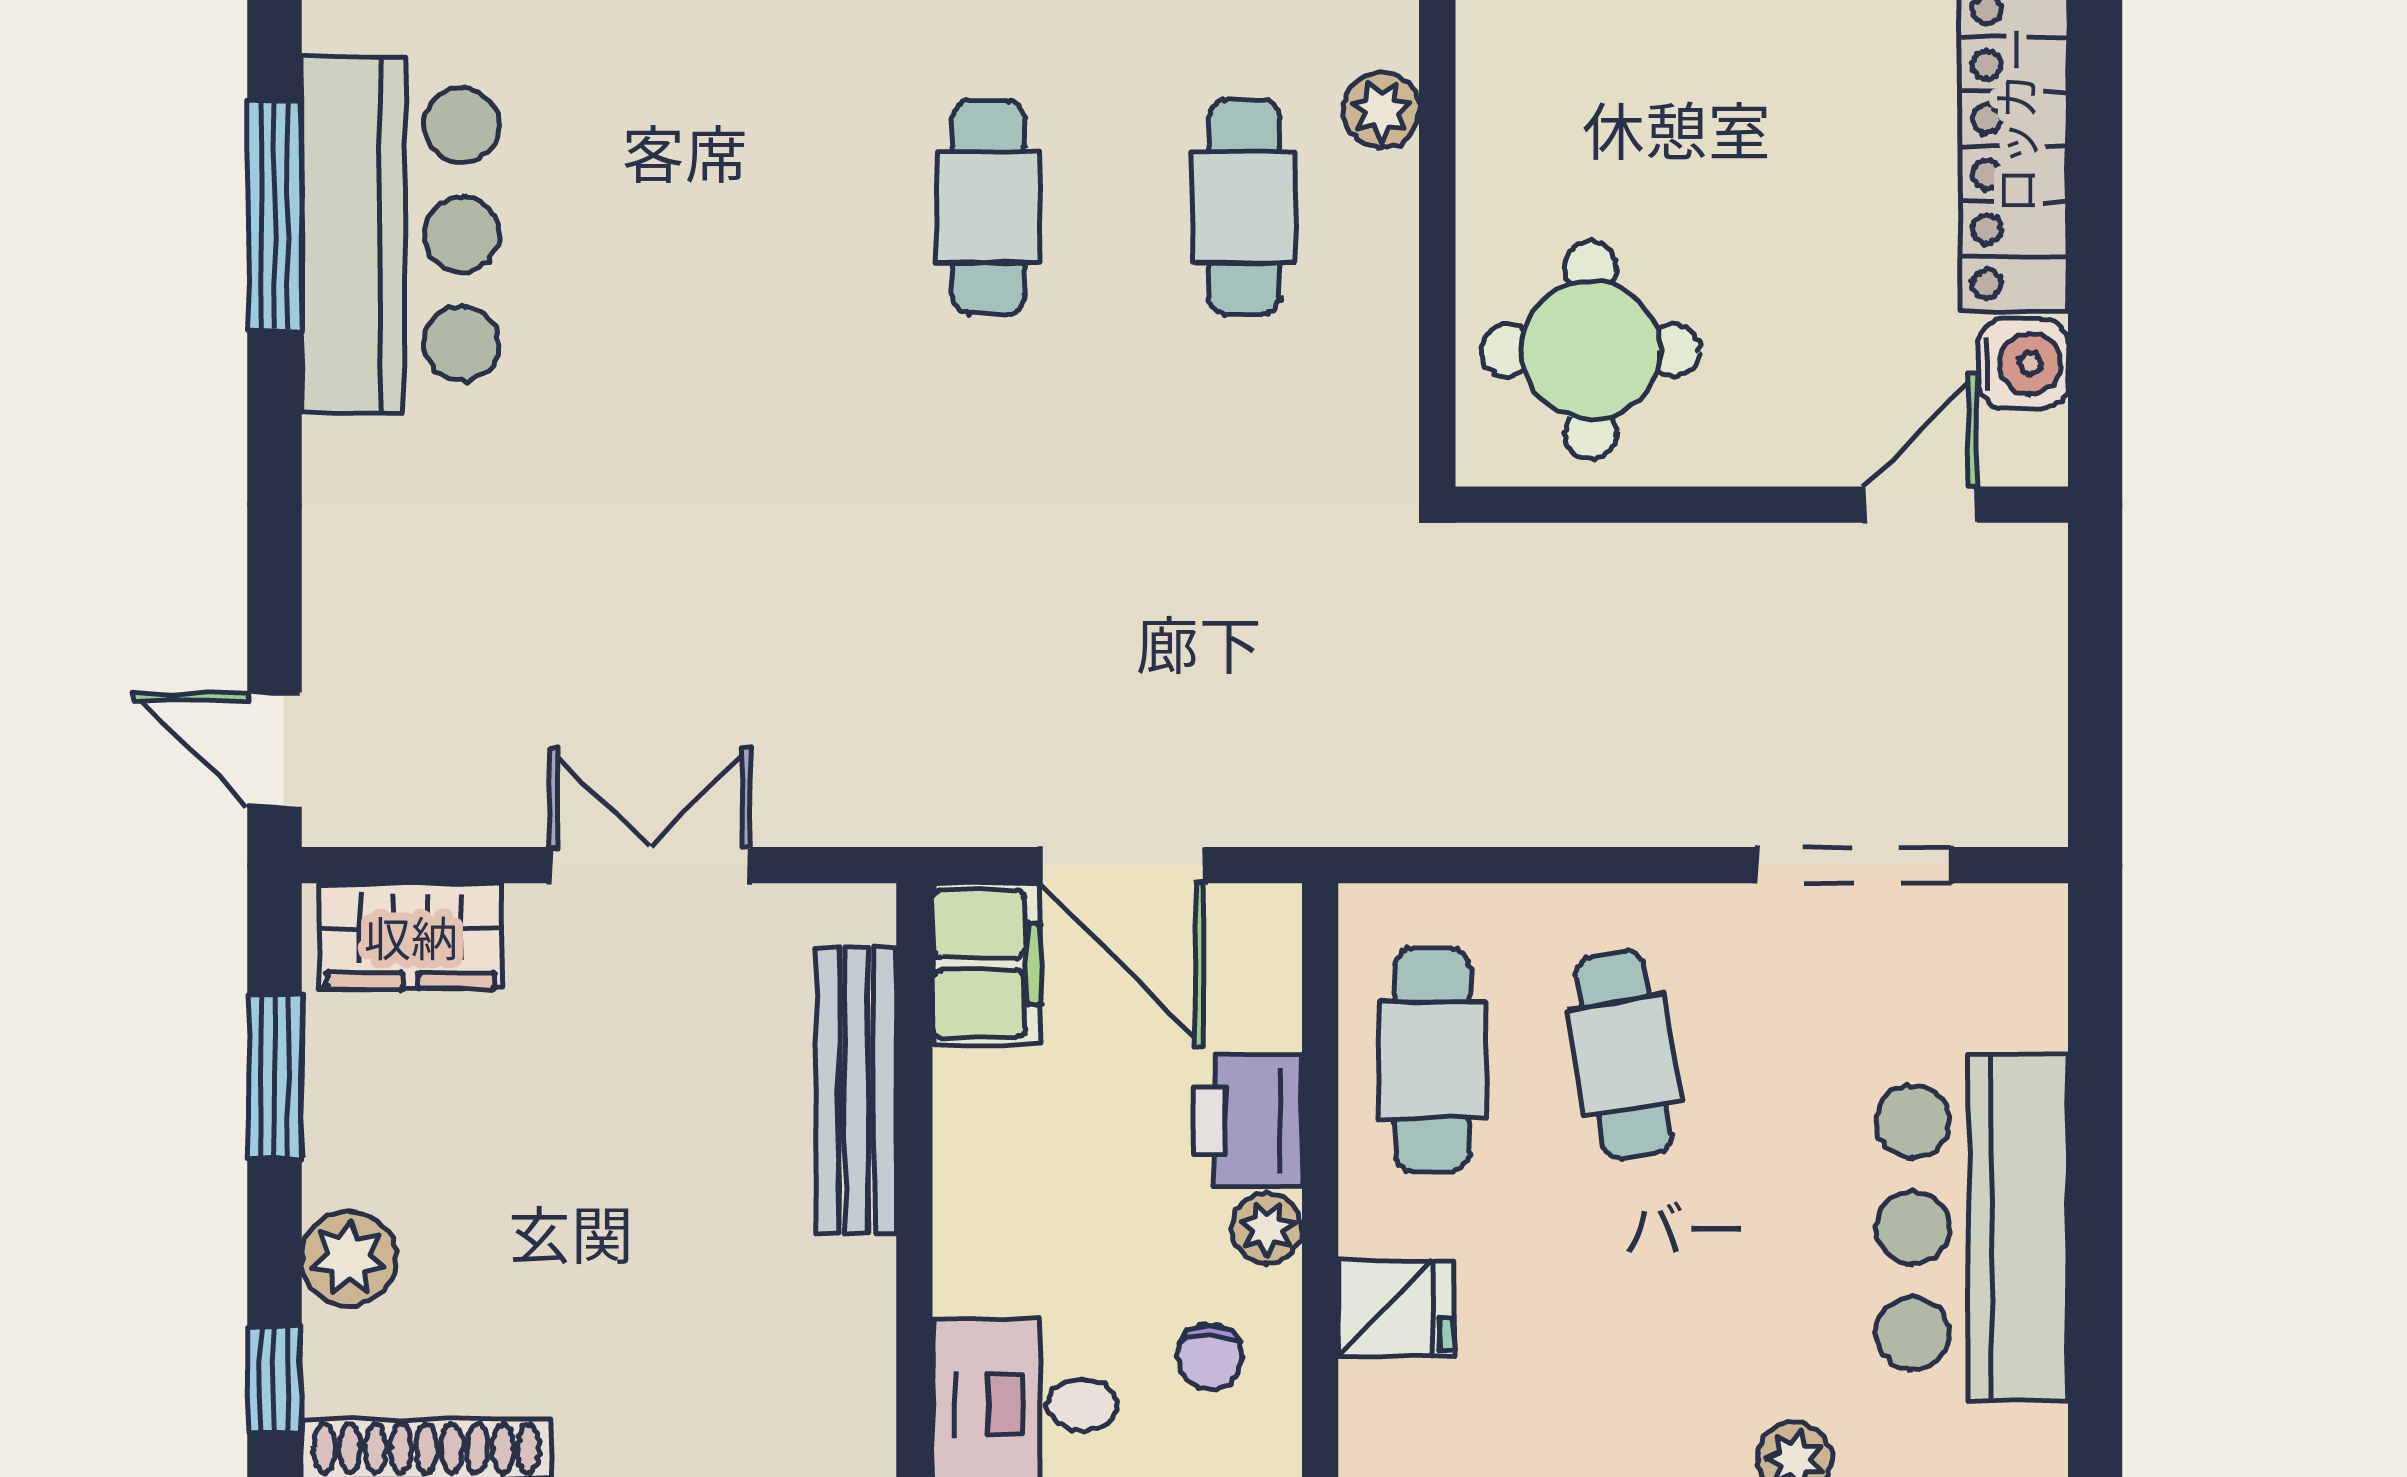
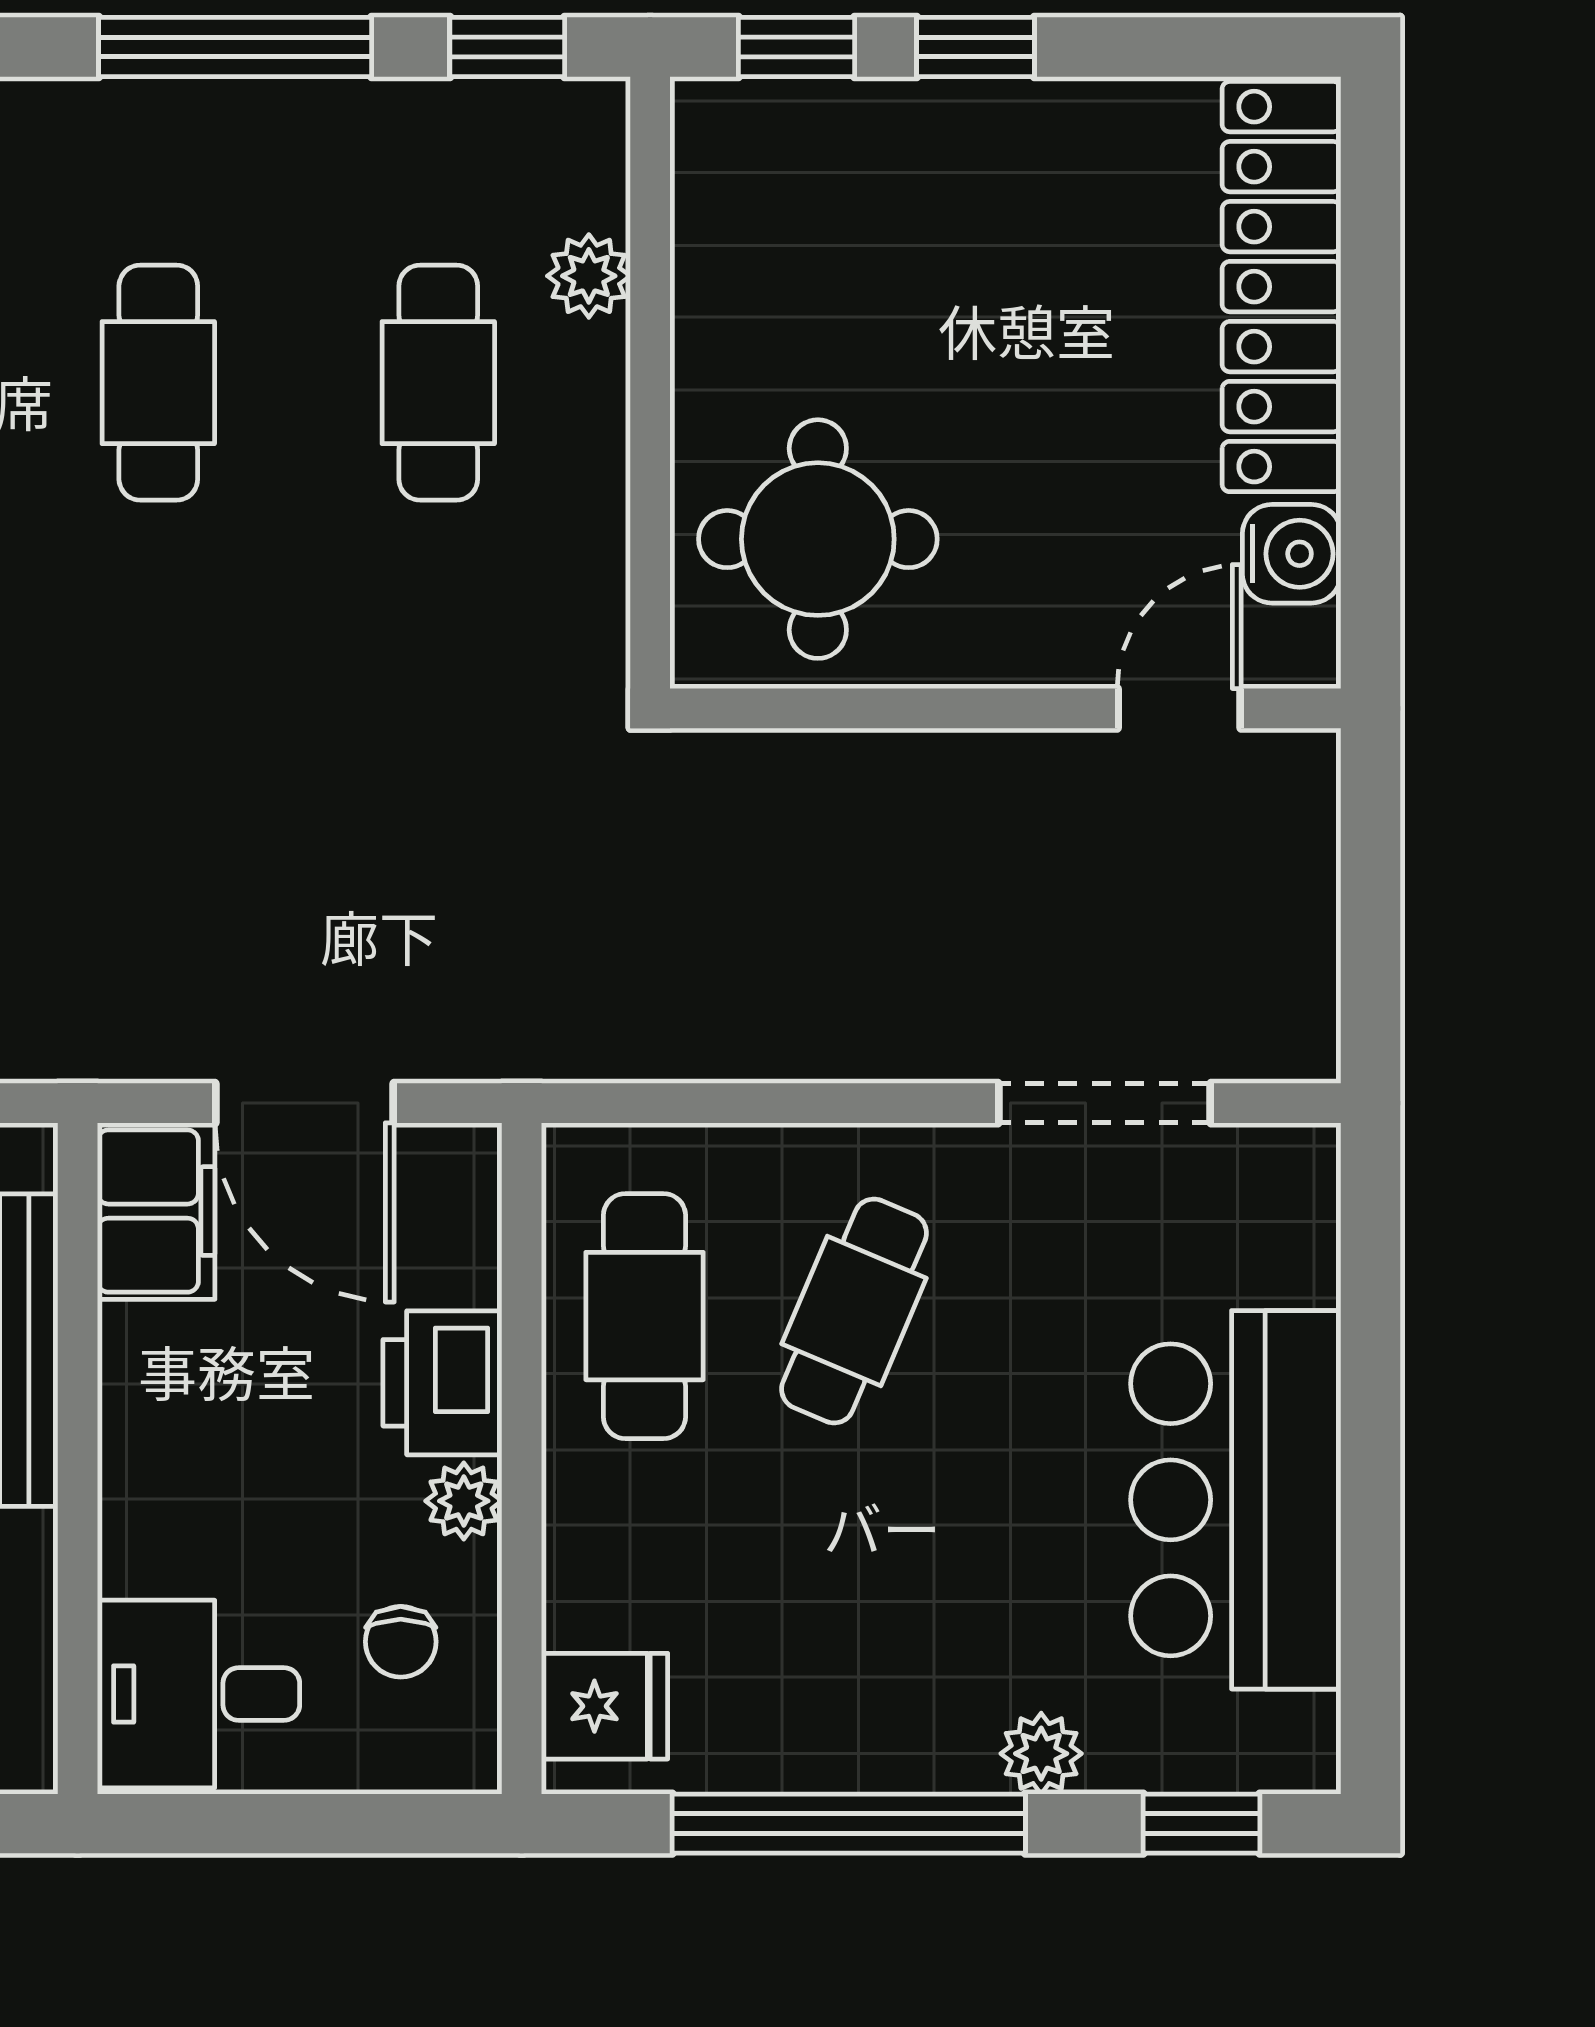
cafe table: (1623, 1055) -> (854, 1311), turned 32
fridge: (1396, 1308) -> (605, 1706), moved

